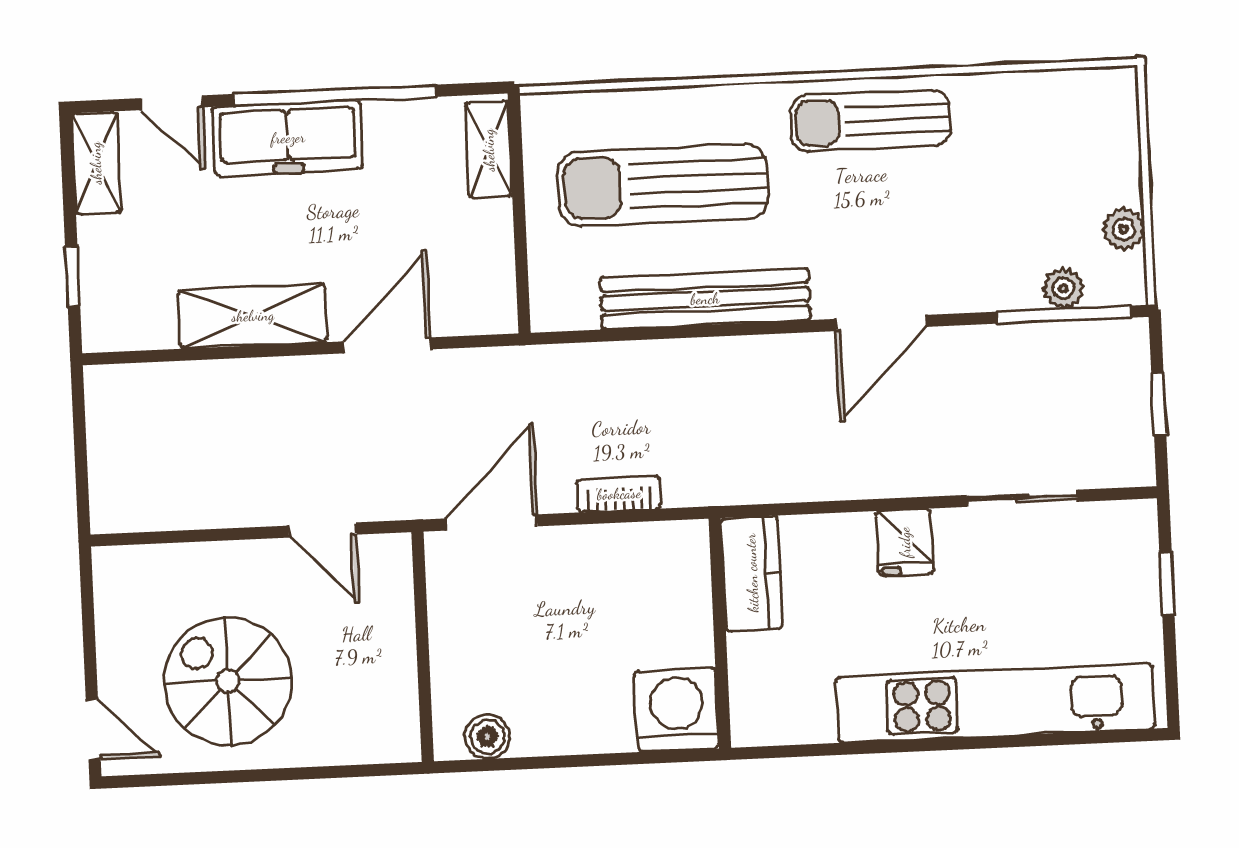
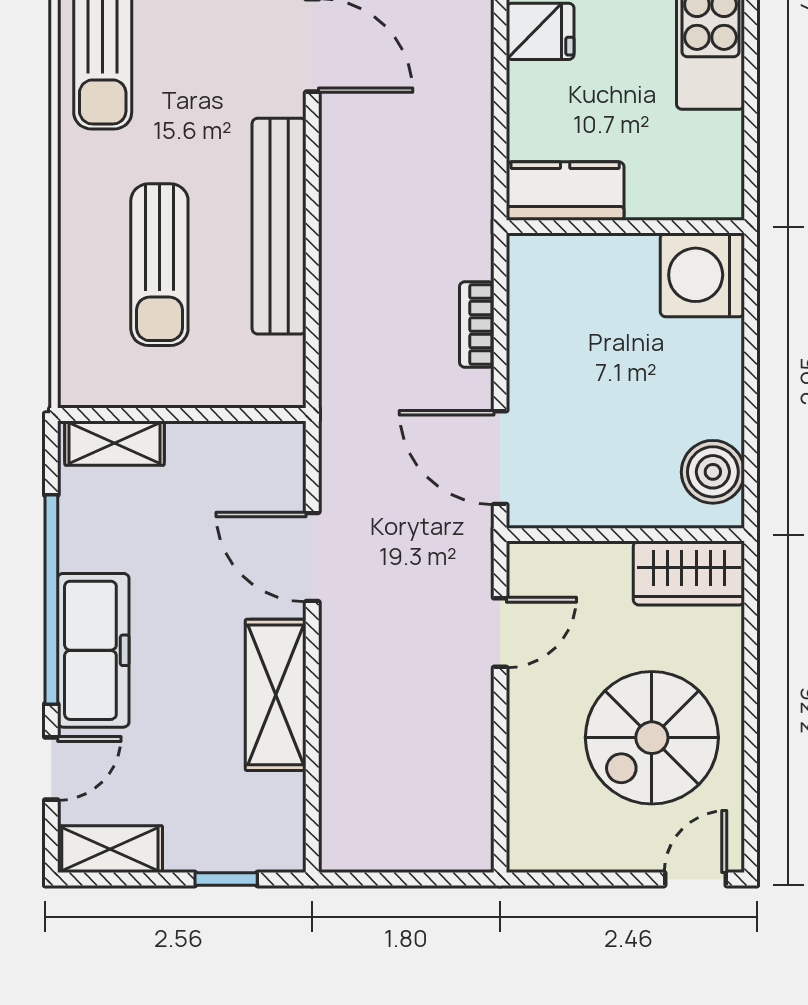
sun lounger: (663, 185) -> (159, 265), width x0.73, depth x0.75
wardrobe: (388, 710) -> (689, 573), added
boiler: (487, 737) -> (713, 472), width x1.36, depth x1.36

